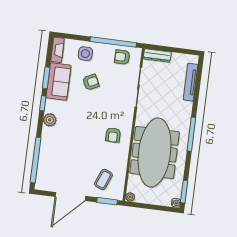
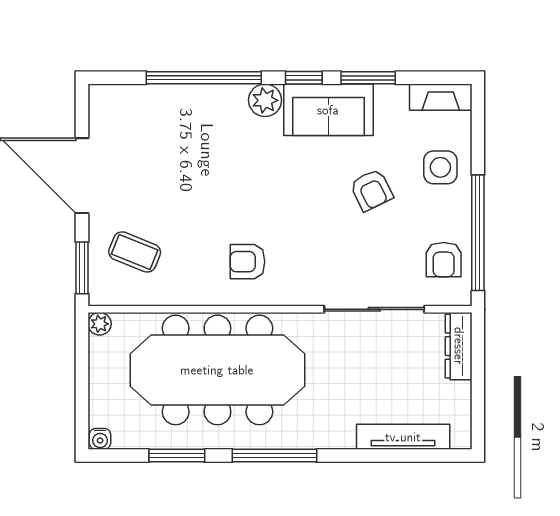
armchair: (122, 57) -> (444, 260), turned 180
sofa: (58, 82) -> (328, 110), moved
window: (36, 160) -> (204, 78), moved
window: (184, 192) -> (177, 455), moved

